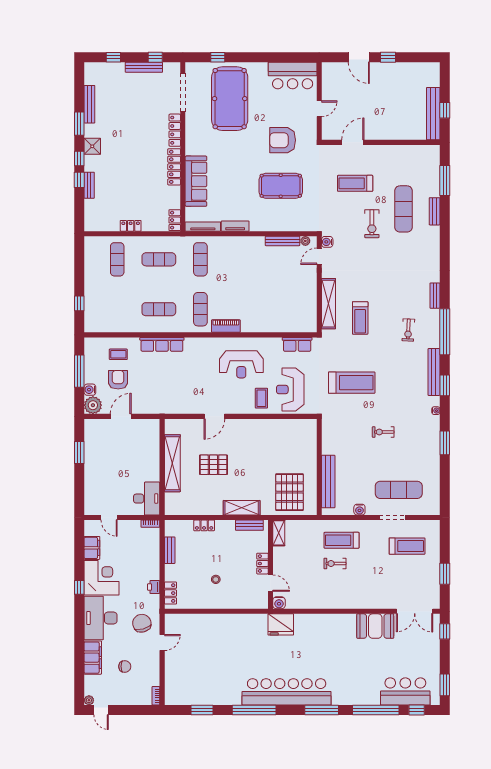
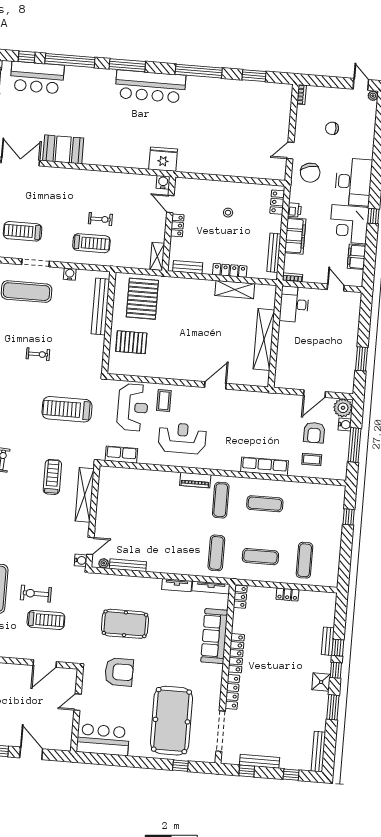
bench: (89, 104) -> (318, 752), moved
exercise bike: (372, 224) -> (36, 594), moved, turned -90
pallet: (213, 465) -> (131, 342), moved
shelving: (242, 508) -> (235, 290), moved
locker: (204, 525) -> (230, 270), width x1.53
bench: (170, 550) -> (274, 253), width x1.36
filing cabinet: (93, 658) -> (295, 236), moved, turned 180
bar counter: (287, 692) -> (150, 86), width x0.73

